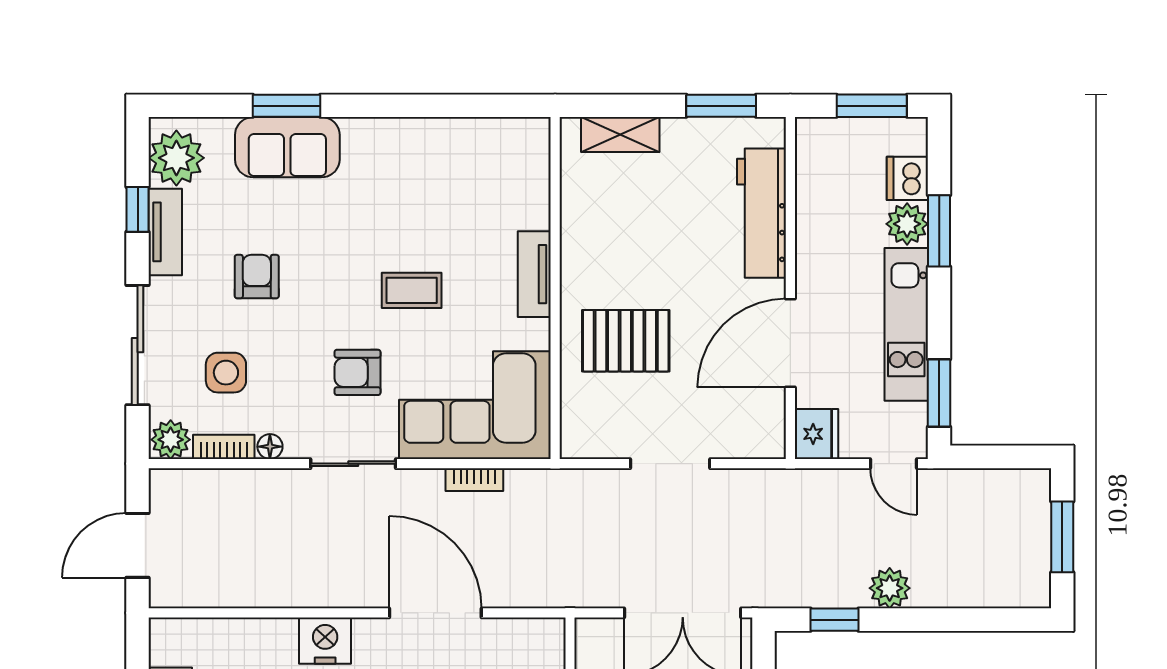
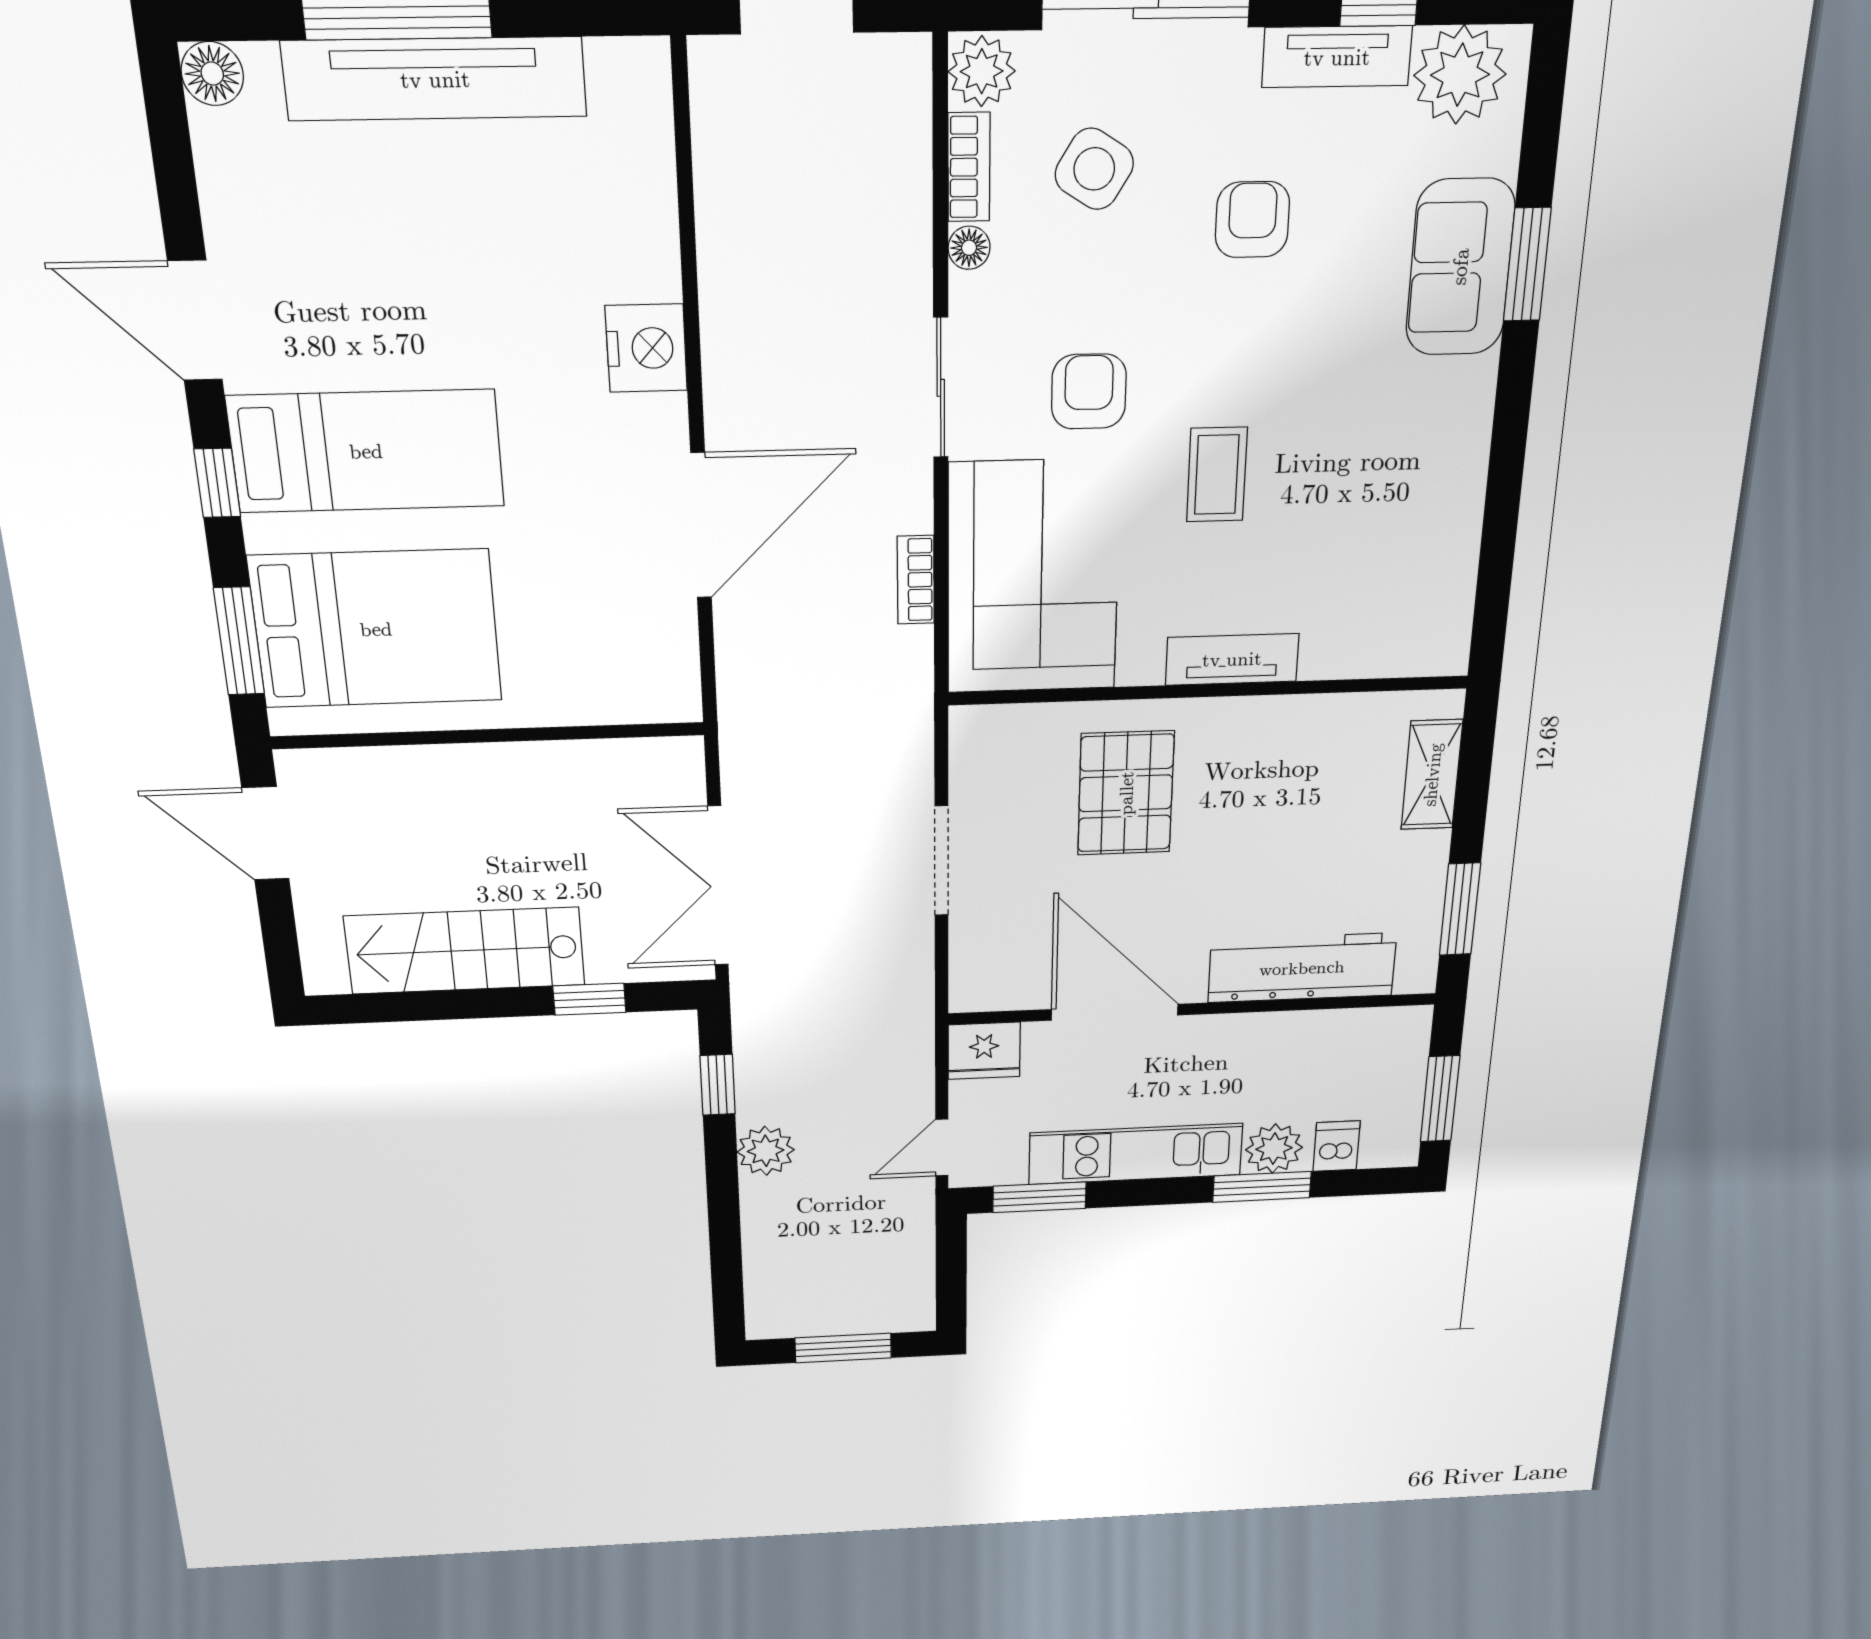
dishwasher: (907, 178) -> (1336, 1146), width x0.73
armchair: (257, 277) -> (1252, 220), turned -90
side table: (226, 373) -> (1094, 169), turned 32

